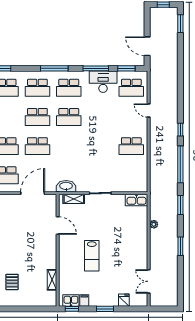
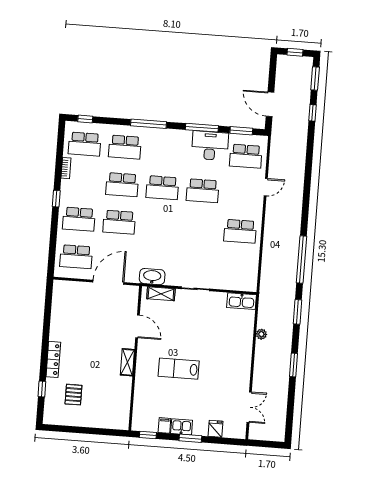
school desk: (69, 88) -> (203, 191), moved
door: (149, 110) -> (266, 187), swing flipped
window: (180, 130) -> (313, 113), moved
lab bench: (92, 256) -> (179, 369), turned 90
shelving: (52, 280) -> (127, 362), moved
double door: (149, 281) -> (249, 407), swing flipped
kitchen sink: (71, 301) -> (182, 427), moved

